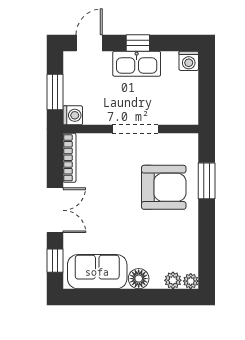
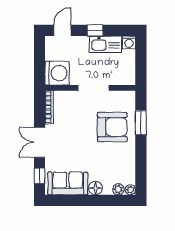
kitchen sink: (137, 64) -> (105, 44), moved
window: (55, 92) -> (39, 63), removed
washing machine: (73, 115) -> (57, 73), width x1.89, depth x1.89
double door: (55, 210) -> (39, 142), swing flipped

